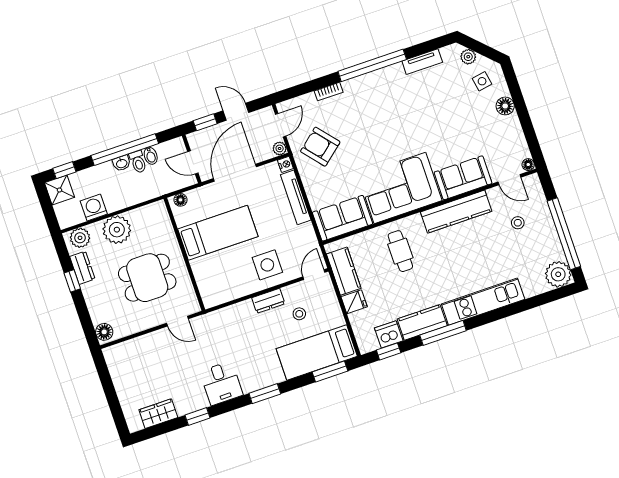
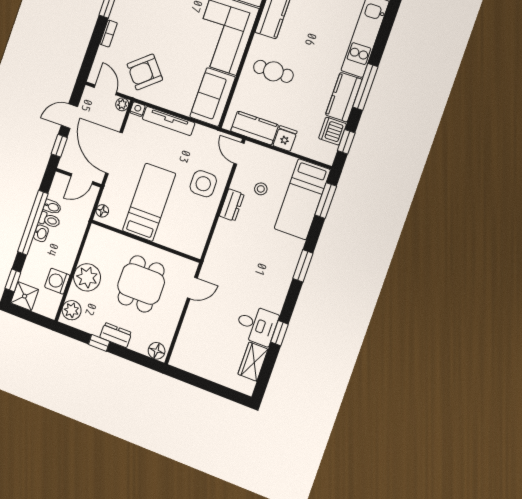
dresser: (82, 268) -> (116, 335), moved
desk: (221, 383) -> (257, 325), moved

